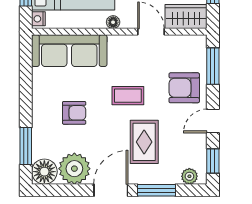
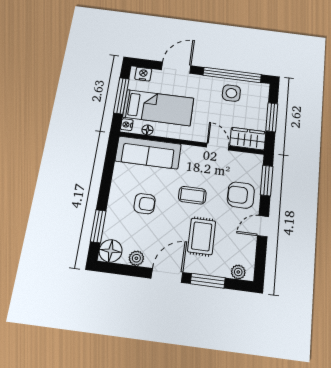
floor lamp: (113, 22) -> (147, 130), moved
window: (213, 161) -> (260, 261), removed
plant: (74, 169) -> (136, 258), width x0.53, depth x0.53

